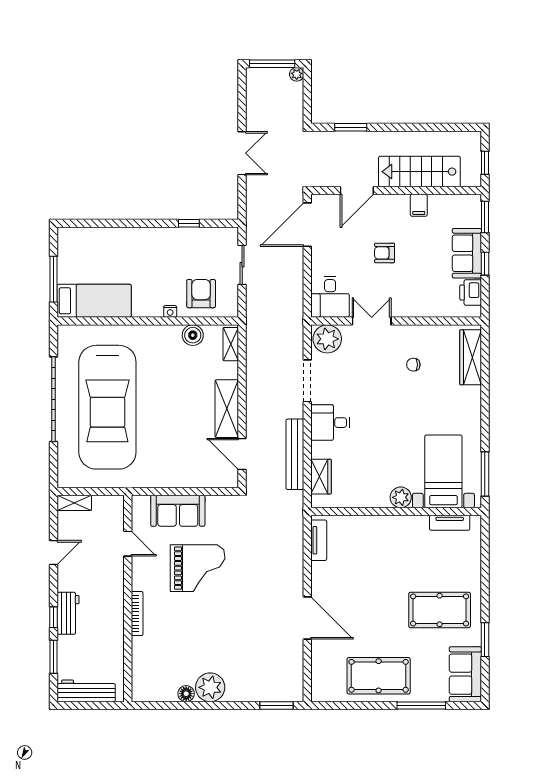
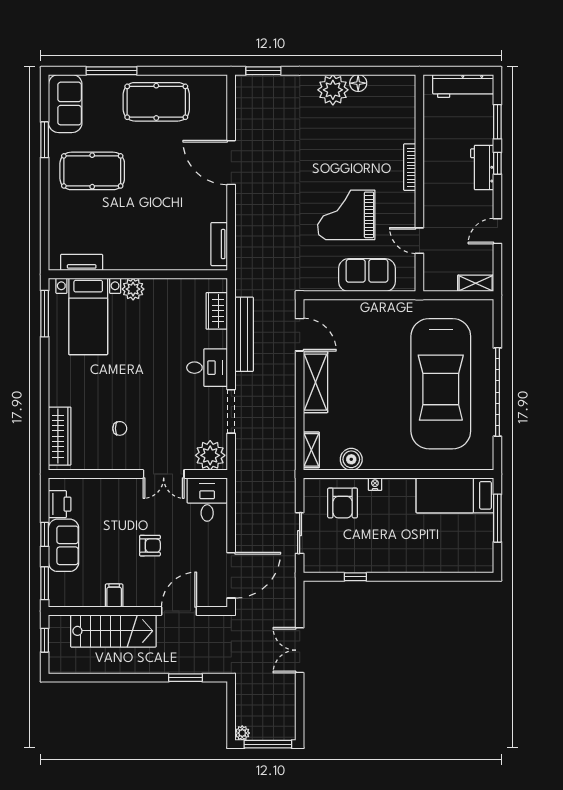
car: (107, 407) -> (441, 384), turned 180

